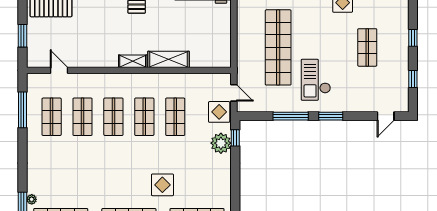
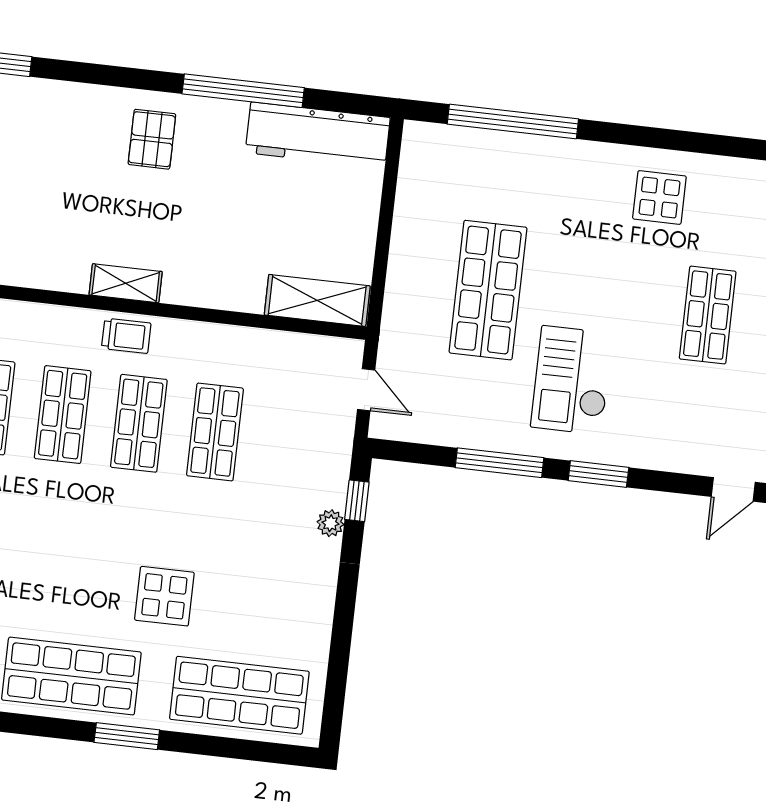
shop shelf: (278, 47) -> (488, 290), width x0.71
shelving: (168, 59) -> (317, 300), moved
trolley: (135, 82) -> (126, 336), added
display table: (219, 112) -> (324, 432), removed
plant: (221, 143) -> (330, 523), width x0.53, depth x0.53

